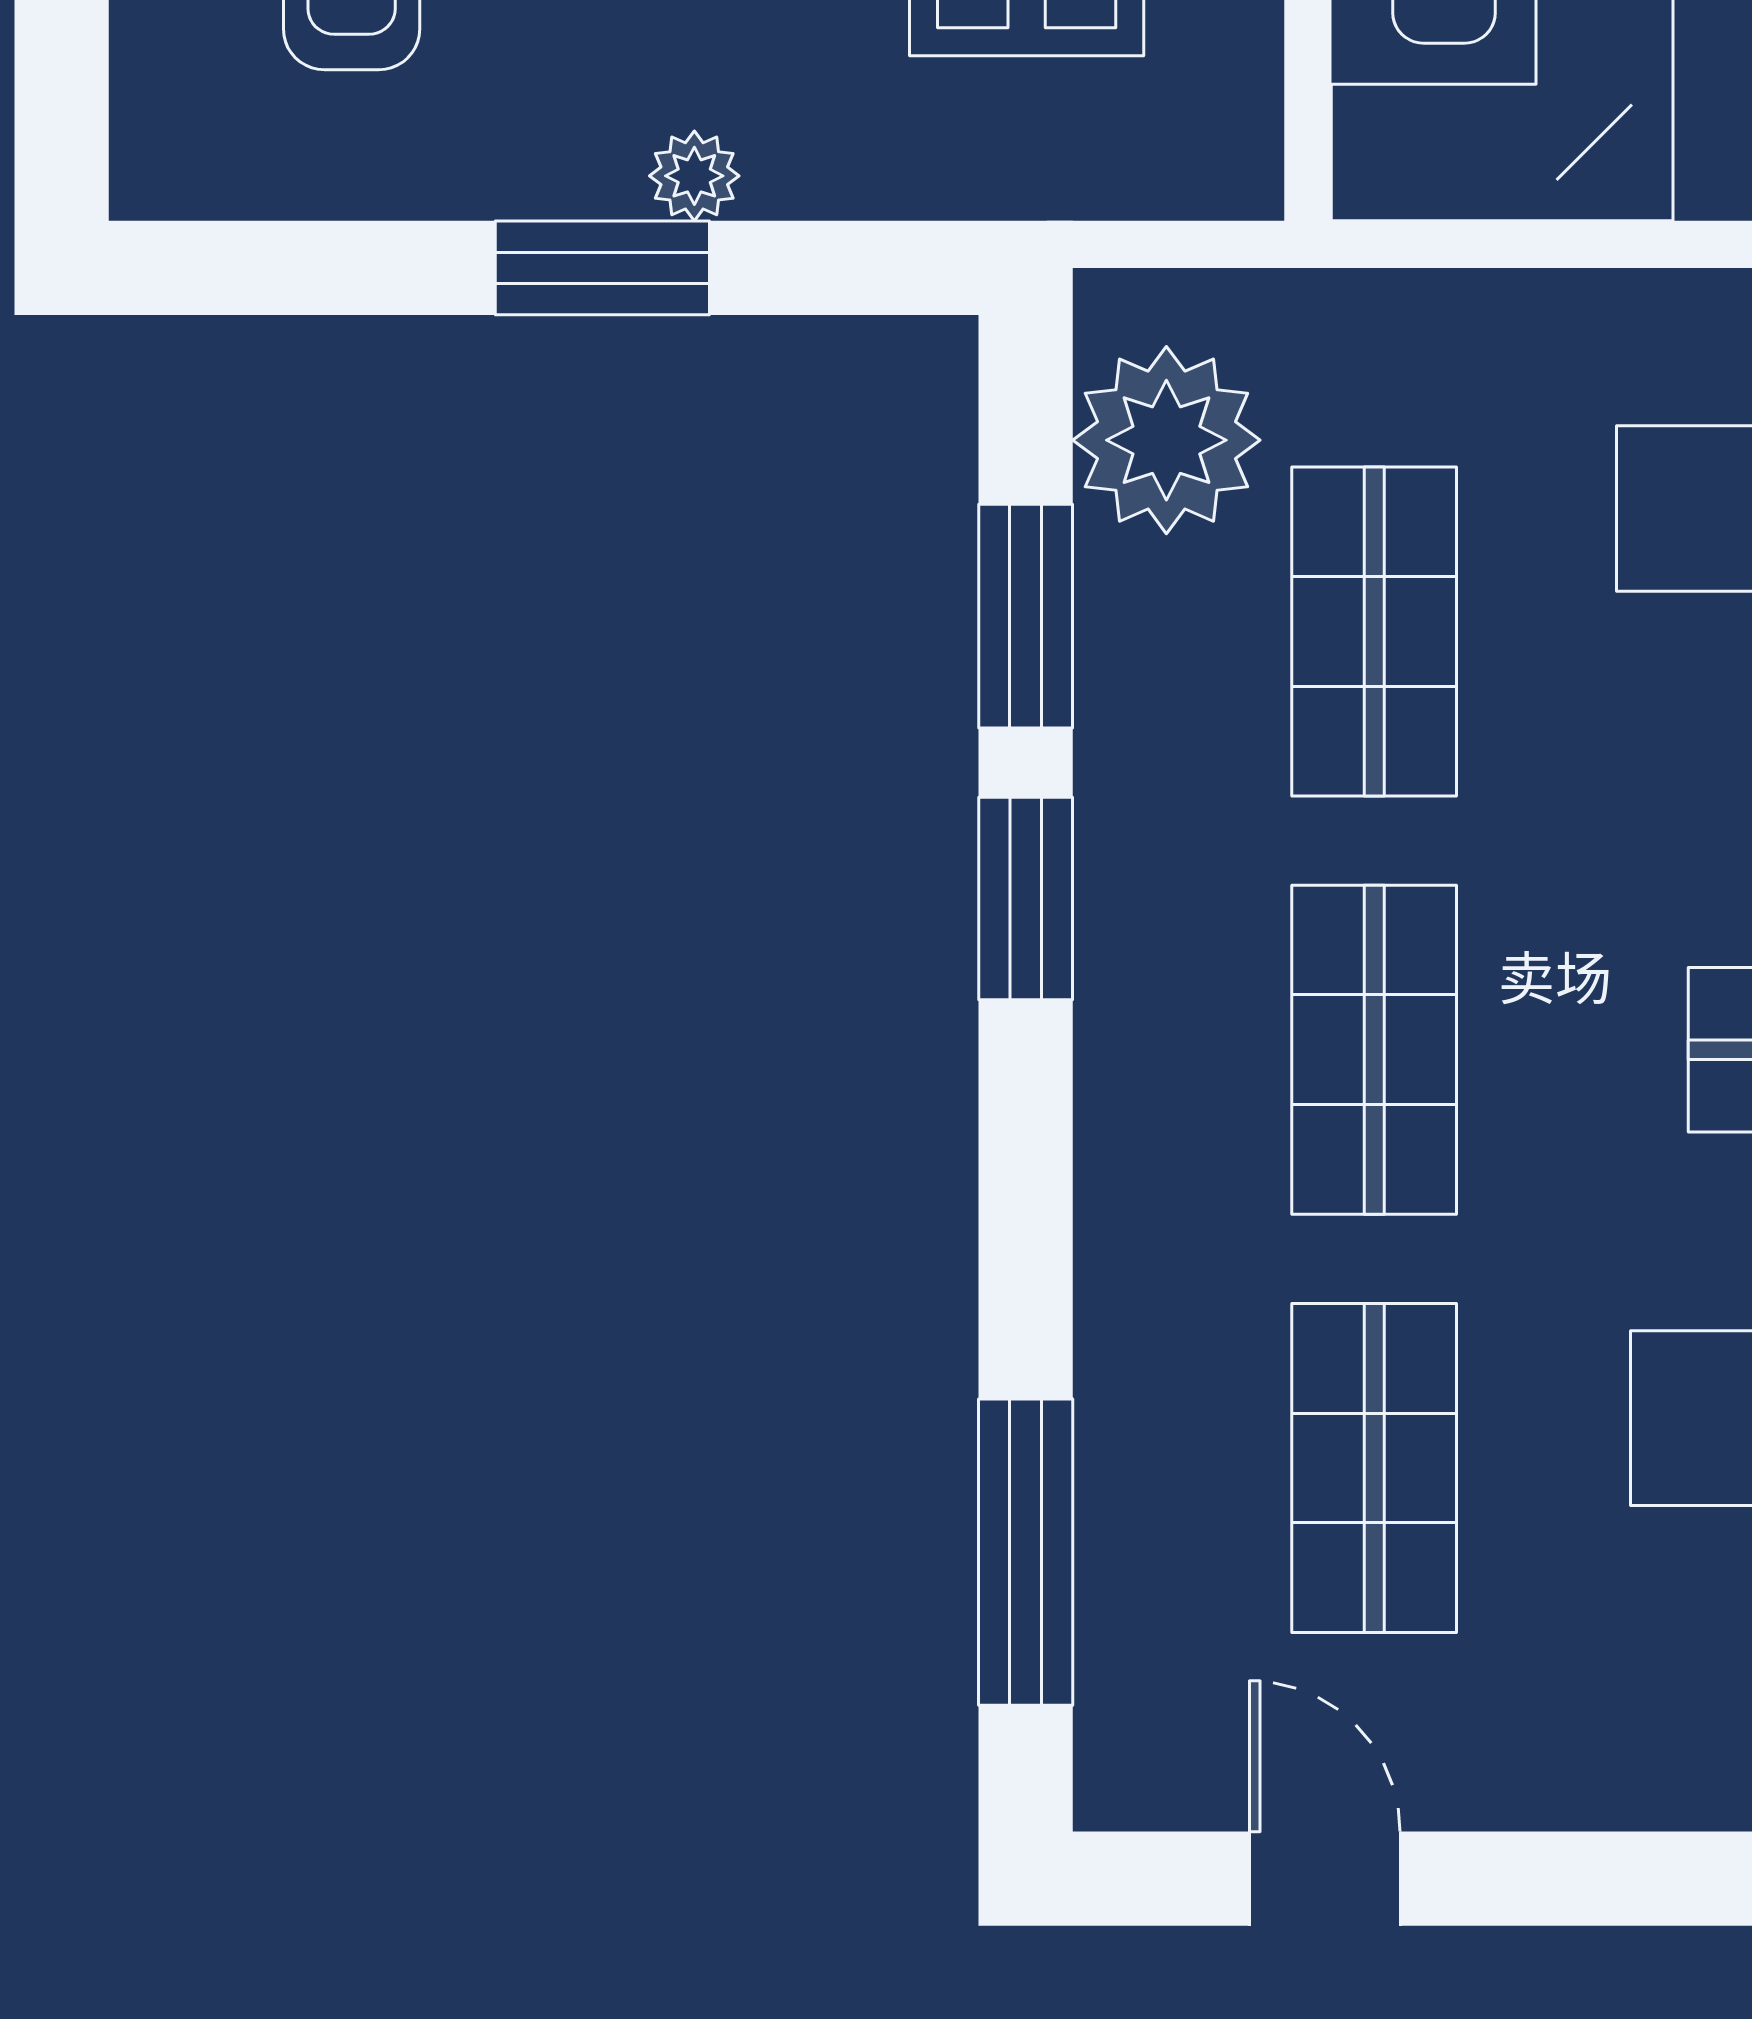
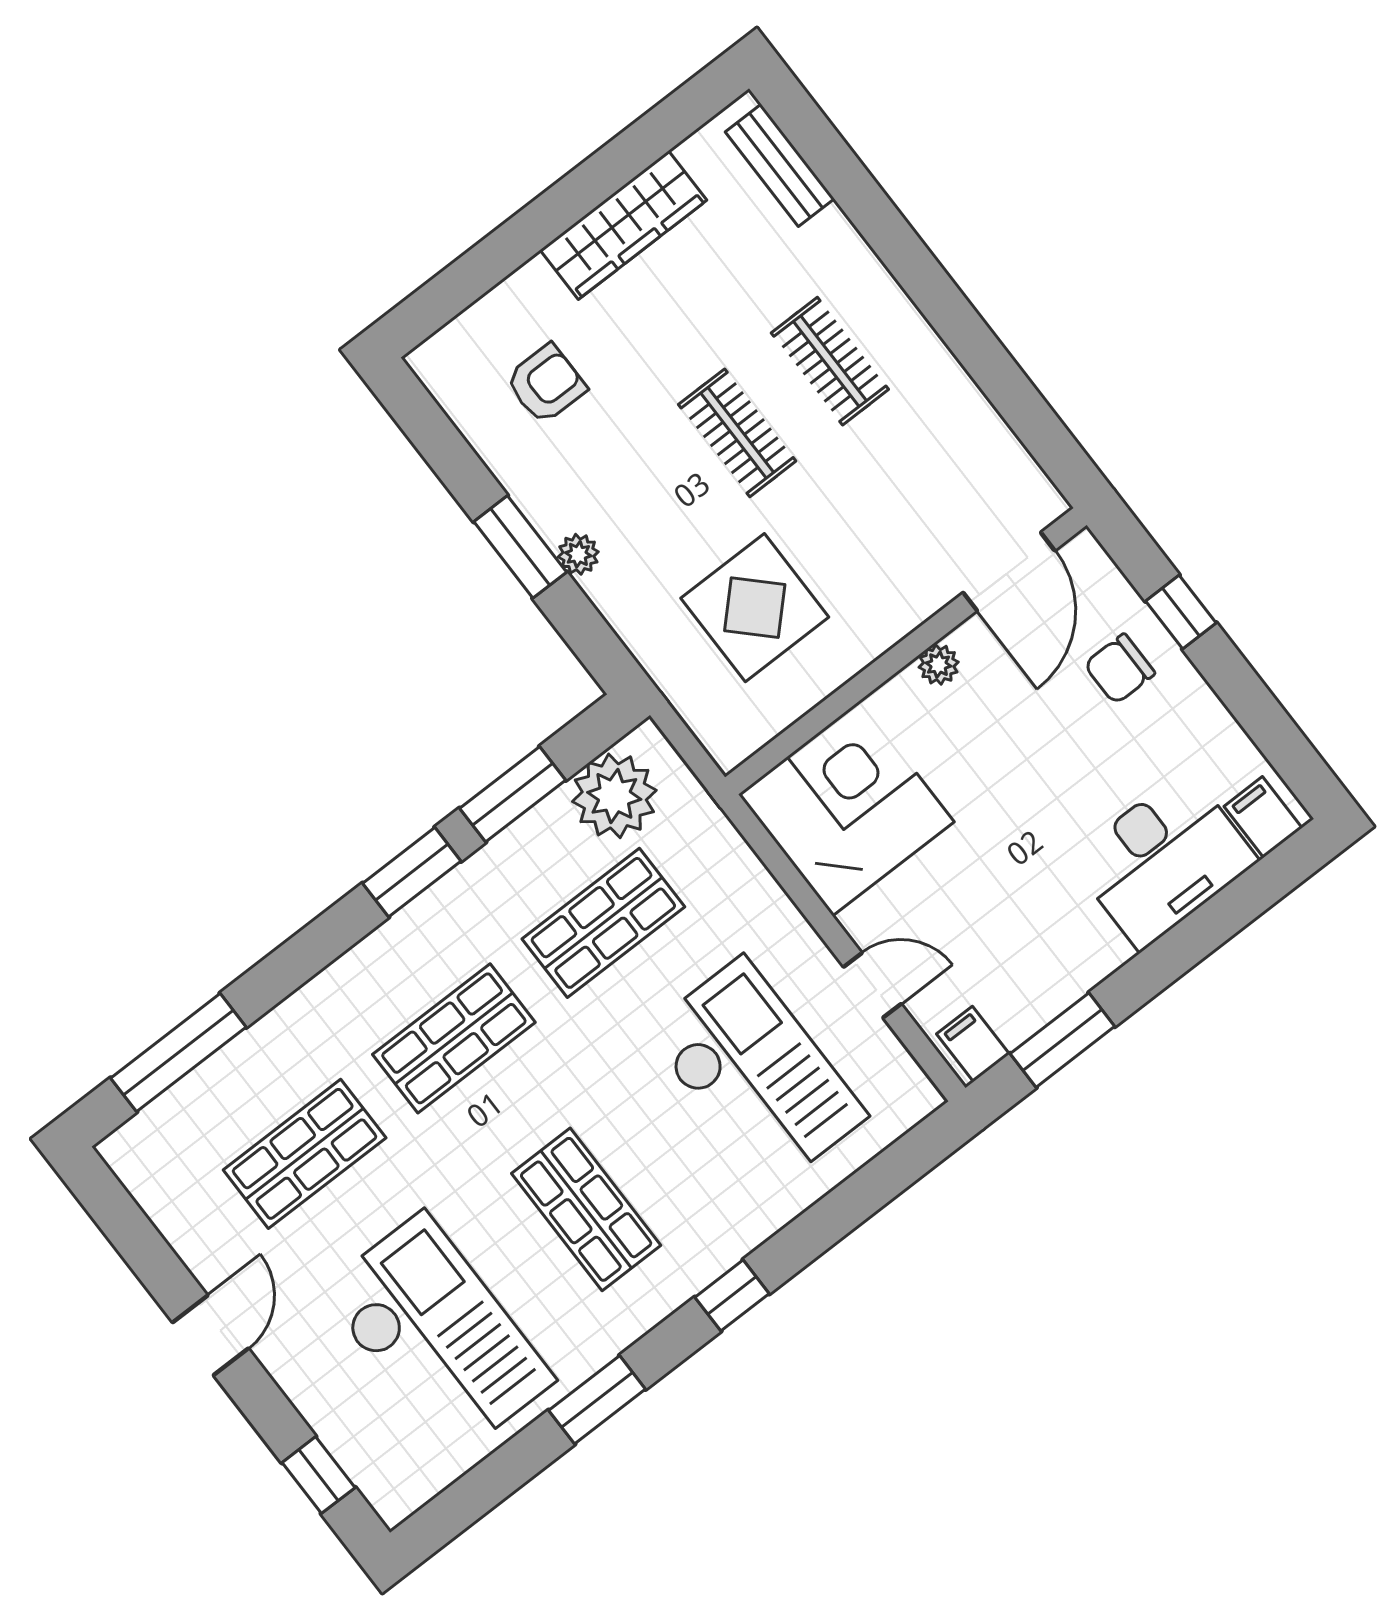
door: (1325, 1879) -> (211, 1335), moved

